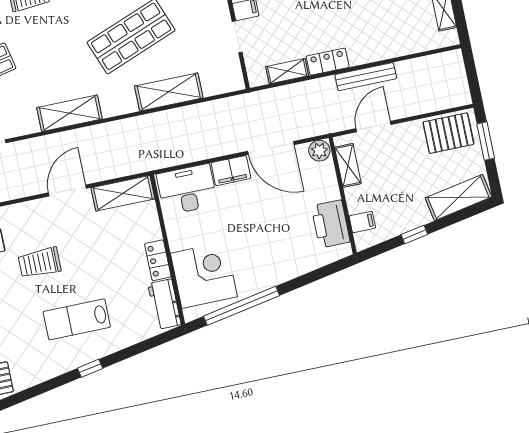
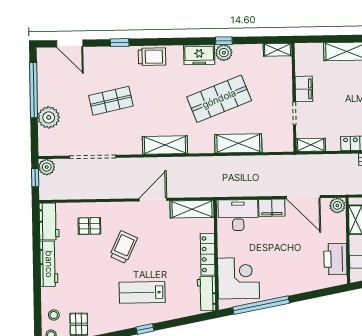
shelving: (287, 71) -> (311, 145), moved
locker: (158, 260) -> (208, 254), width x1.53
trolley: (40, 263) -> (123, 247), turned 115

